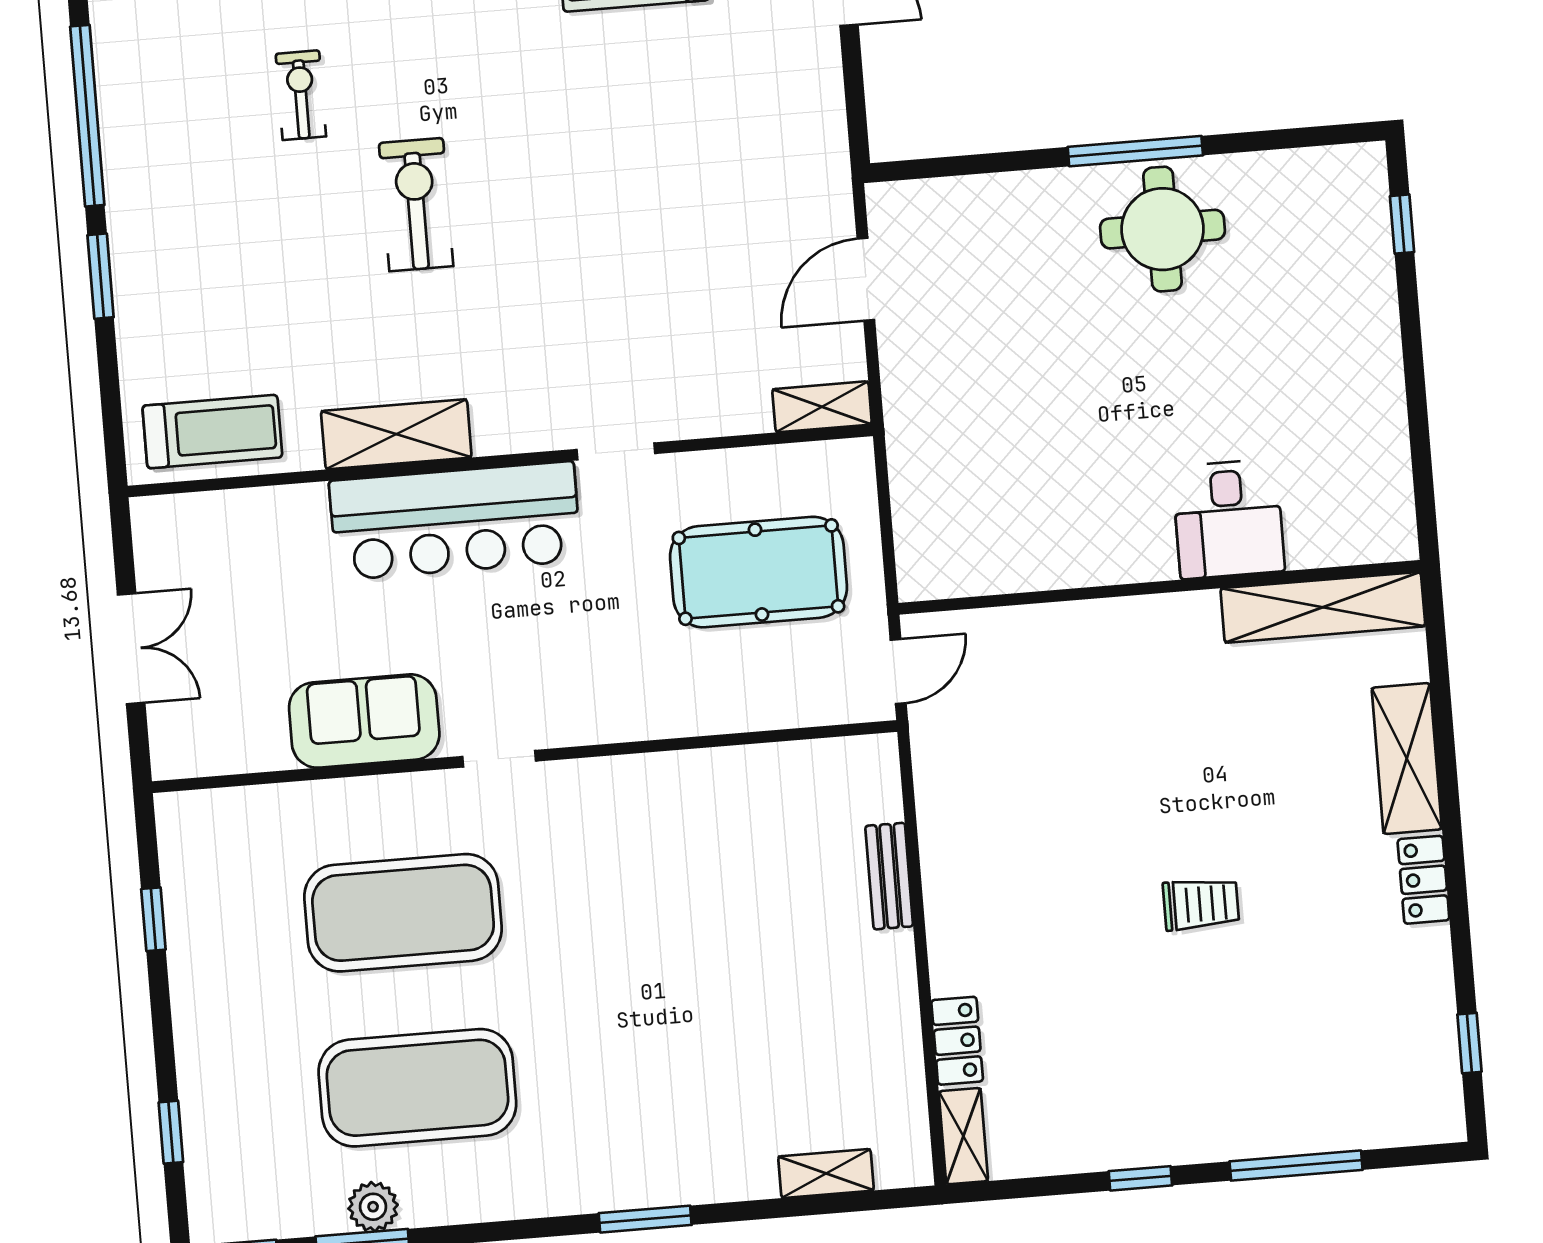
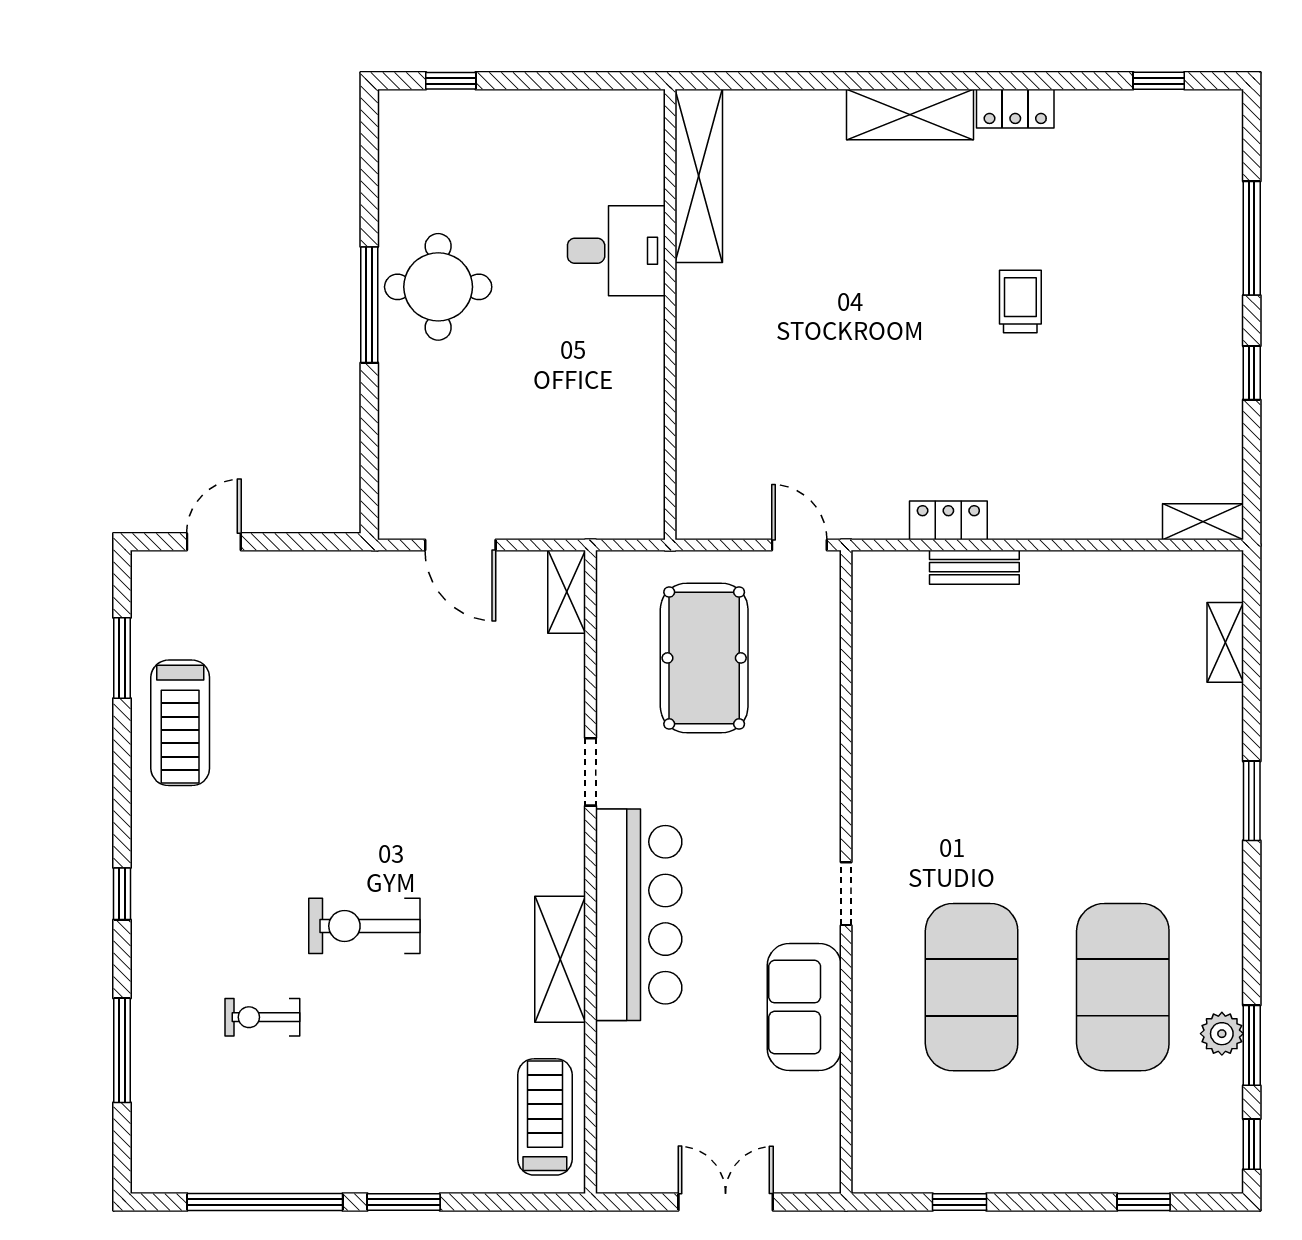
desk: (1228, 519) -> (616, 251), moved
wall: (1160, 587) -> (670, 315), moved
shelving: (1323, 607) -> (699, 176), moved
locker: (957, 1041) -> (948, 520), moved

